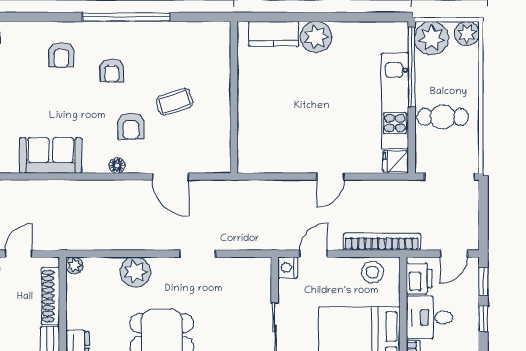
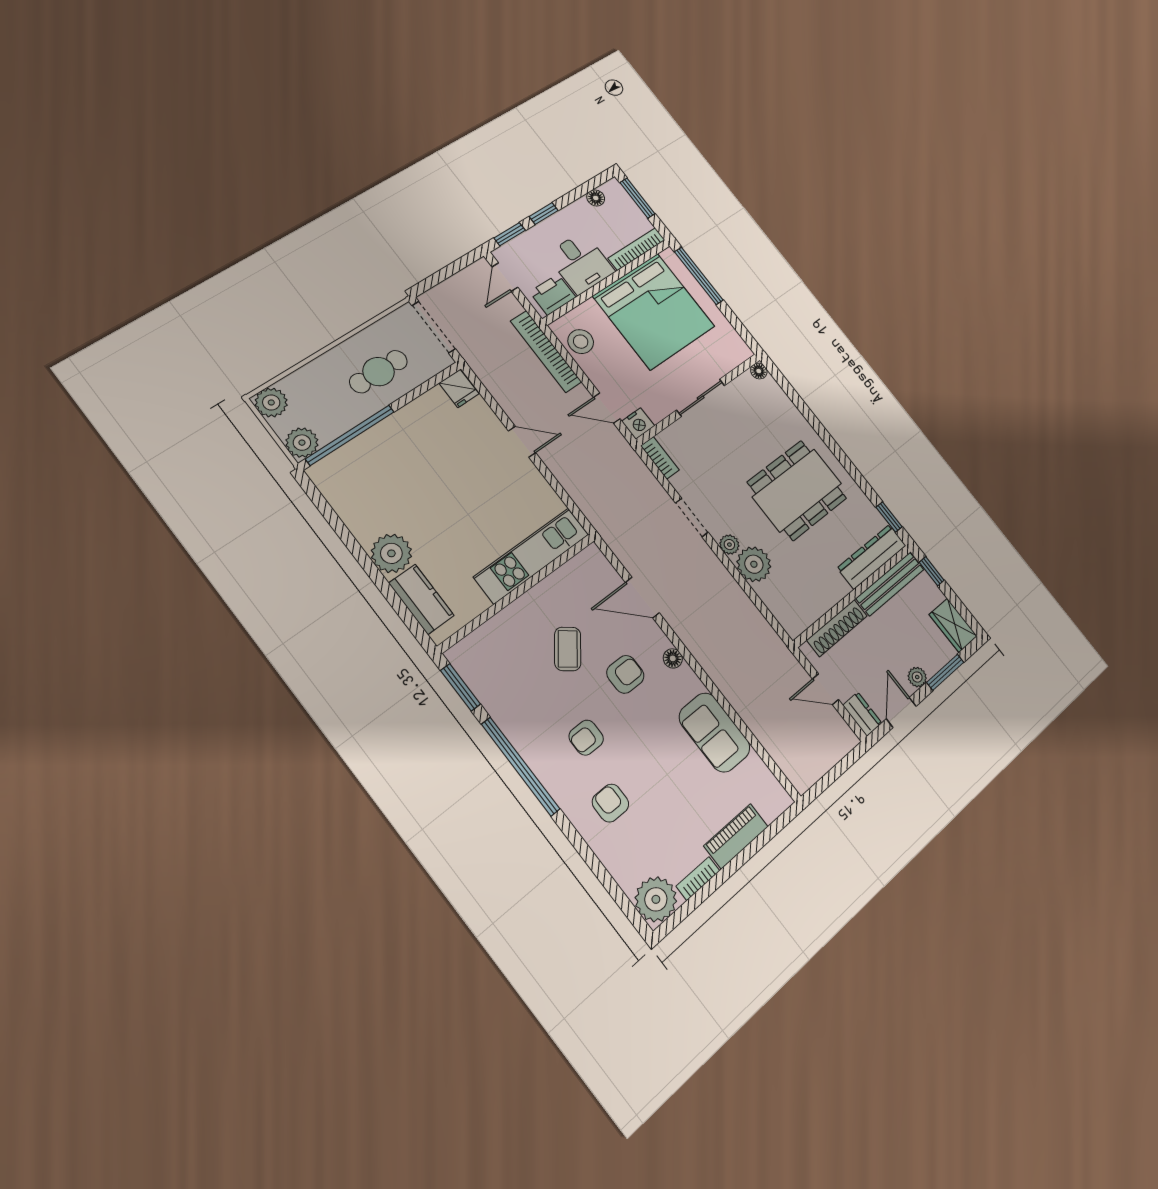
window: (202, 17) -> (460, 687), added
plant: (432, 38) -> (302, 443), width x0.73, depth x0.73
armchair: (61, 55) -> (610, 803), turned -90
armchair: (112, 71) -> (586, 738), turned 180
kitchen unit: (395, 101) -> (532, 556), moved, turned 180
coffee table: (175, 102) -> (568, 649), turned 56
cafe table: (443, 117) -> (379, 372), turned 90
door: (170, 177) -> (642, 598), swing flipped
door: (454, 254) -> (505, 277), swing flipped
bookcase: (253, 264) -> (660, 458), added
plant: (74, 265) -> (729, 545), moved

